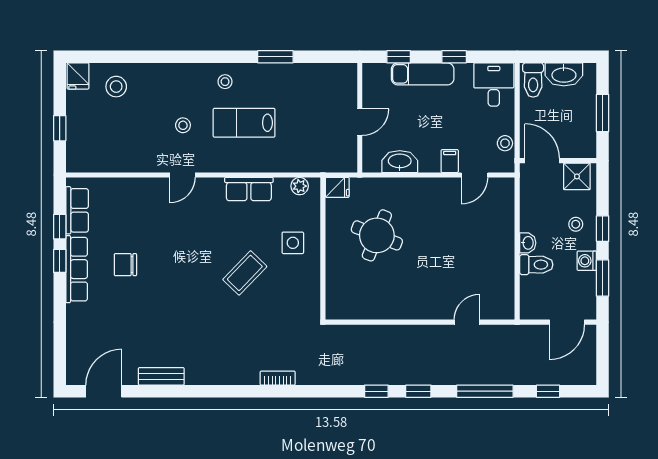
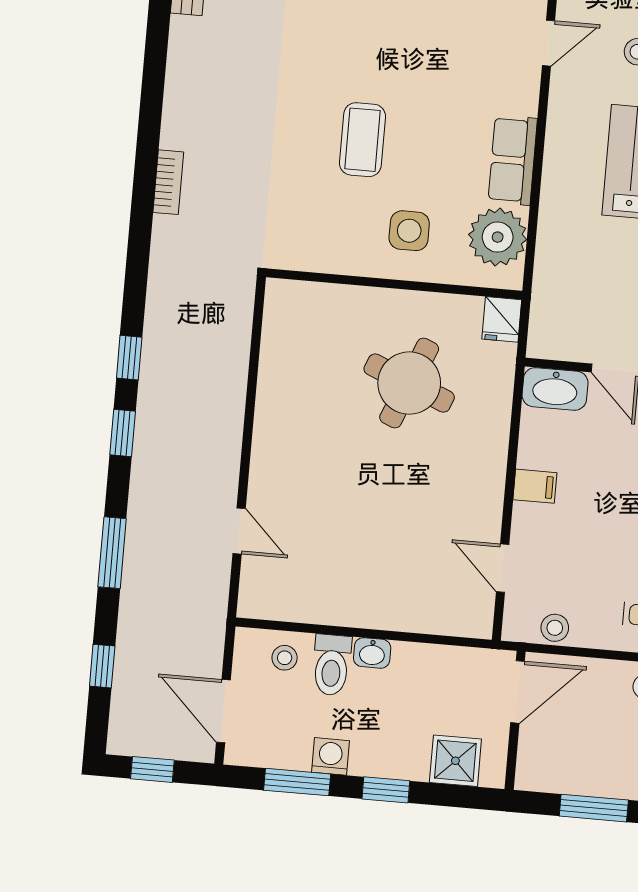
filing cabinet: (450, 161) -> (535, 486), moved
washbasin: (400, 162) -> (555, 389), moved, turned 90
door: (183, 175) -> (548, 43), swing flipped
shower: (577, 176) -> (455, 761), moved
plant: (300, 186) -> (498, 237), width x1.87, depth x1.87
stool: (576, 224) -> (285, 658), moved
coffee table: (245, 273) -> (362, 140), turned 46
window: (603, 359) -> (152, 769), added
window: (485, 391) -> (112, 553), width x0.69

